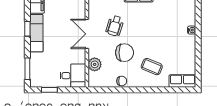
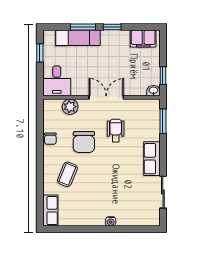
wheelchair: (115, 26) -> (116, 130), turned 73
exam couch: (36, 33) -> (78, 38), moved
window: (27, 69) -> (83, 27), moved

